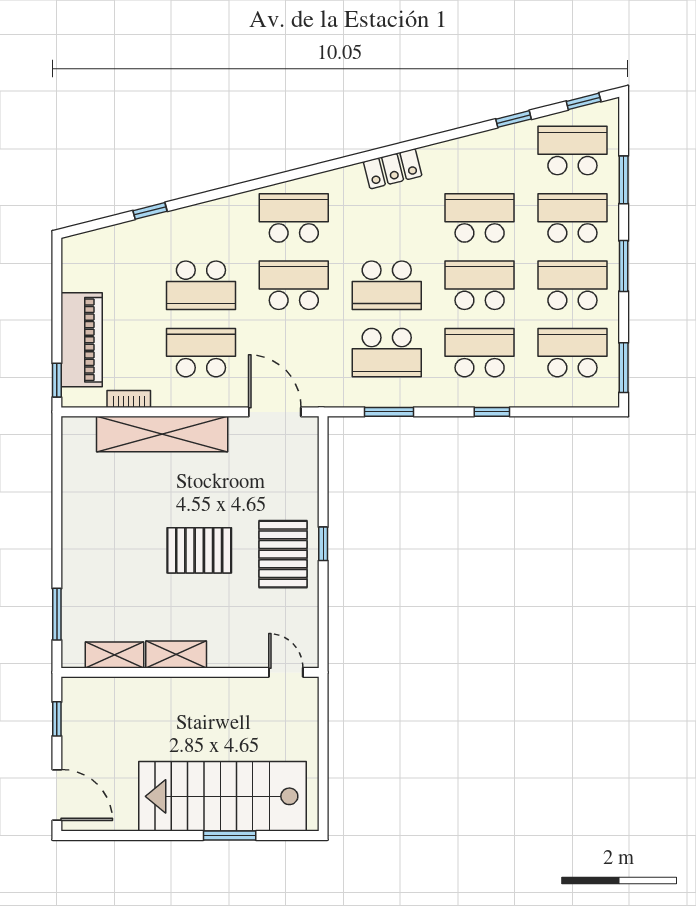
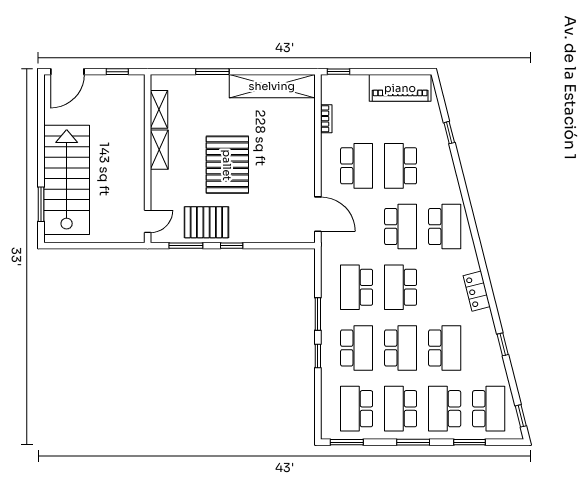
window: (513, 119) -> (503, 344), moved
school desk: (572, 218) -> (445, 409), turned 180
school desk: (572, 285) -> (401, 409), turned 180
piano: (82, 340) -> (400, 88), moved
school desk: (572, 353) -> (357, 409), turned 180
door: (275, 412) -> (318, 214), hinge flipped
window: (389, 412) -> (318, 314), moved
shelving: (162, 434) -> (272, 86), moved, turned 90
pallet: (199, 550) -> (227, 165), width x1.37, depth x1.41
pallet: (283, 554) -> (206, 222), moved
window: (57, 614) -> (212, 72), moved
window: (323, 614) -> (186, 246), added
window: (230, 835) -> (41, 204), moved

